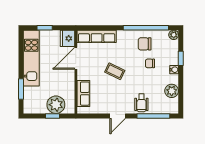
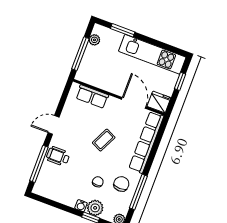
window: (146, 28) -> (138, 192), width x0.68
row of seats: (97, 36) -> (146, 142), width x1.36
plant: (172, 91) -> (95, 208), moved
plant: (56, 105) -> (94, 40), moved, width x0.53, depth x0.53
window: (53, 116) -> (80, 54), width x2.17
door: (118, 116) -> (54, 125), hinge flipped

